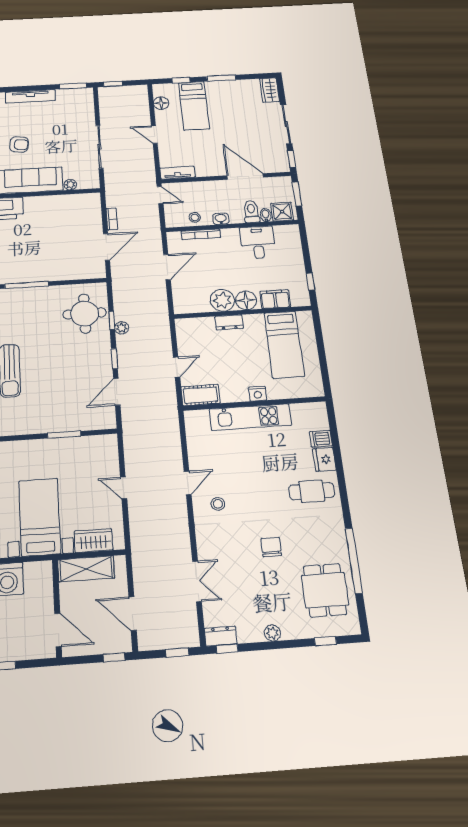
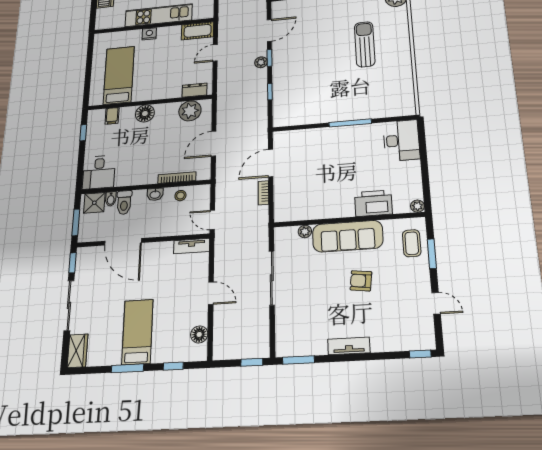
tv unit: (30, 96) -> (349, 346), width x0.71
bed: (194, 106) -> (137, 332), moved
desk: (258, 242) -> (99, 172), moved
filing cabinet: (275, 299) -> (112, 116), width x0.50
plant: (222, 300) -> (190, 111), moved
round table: (85, 314) -> (295, 97), removed
dresser: (229, 322) -> (195, 90), moved
plant: (122, 328) -> (261, 62), moved

